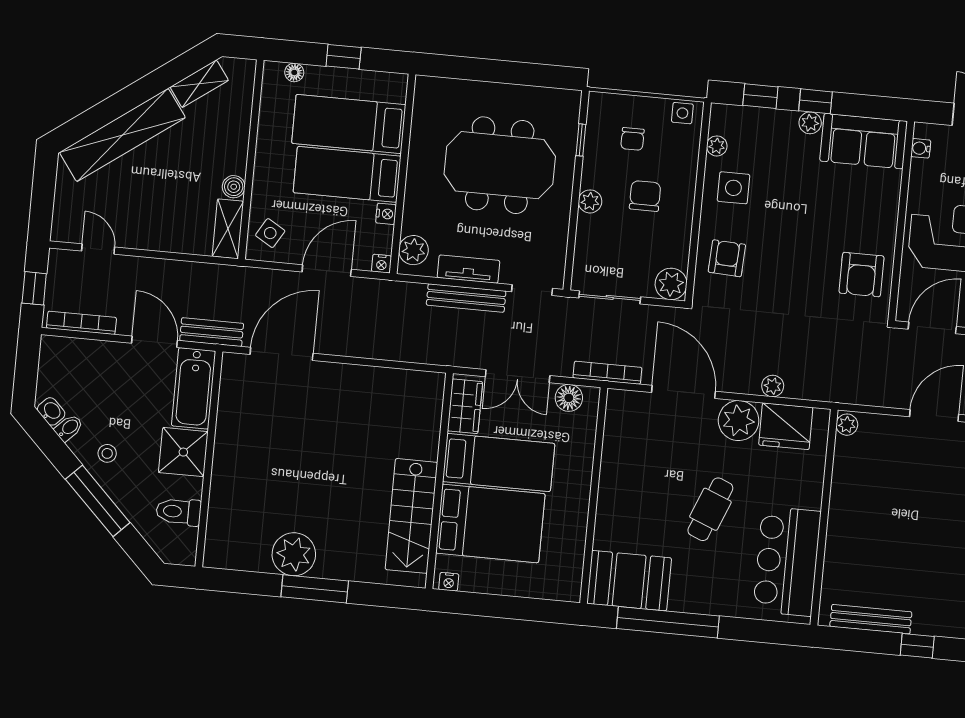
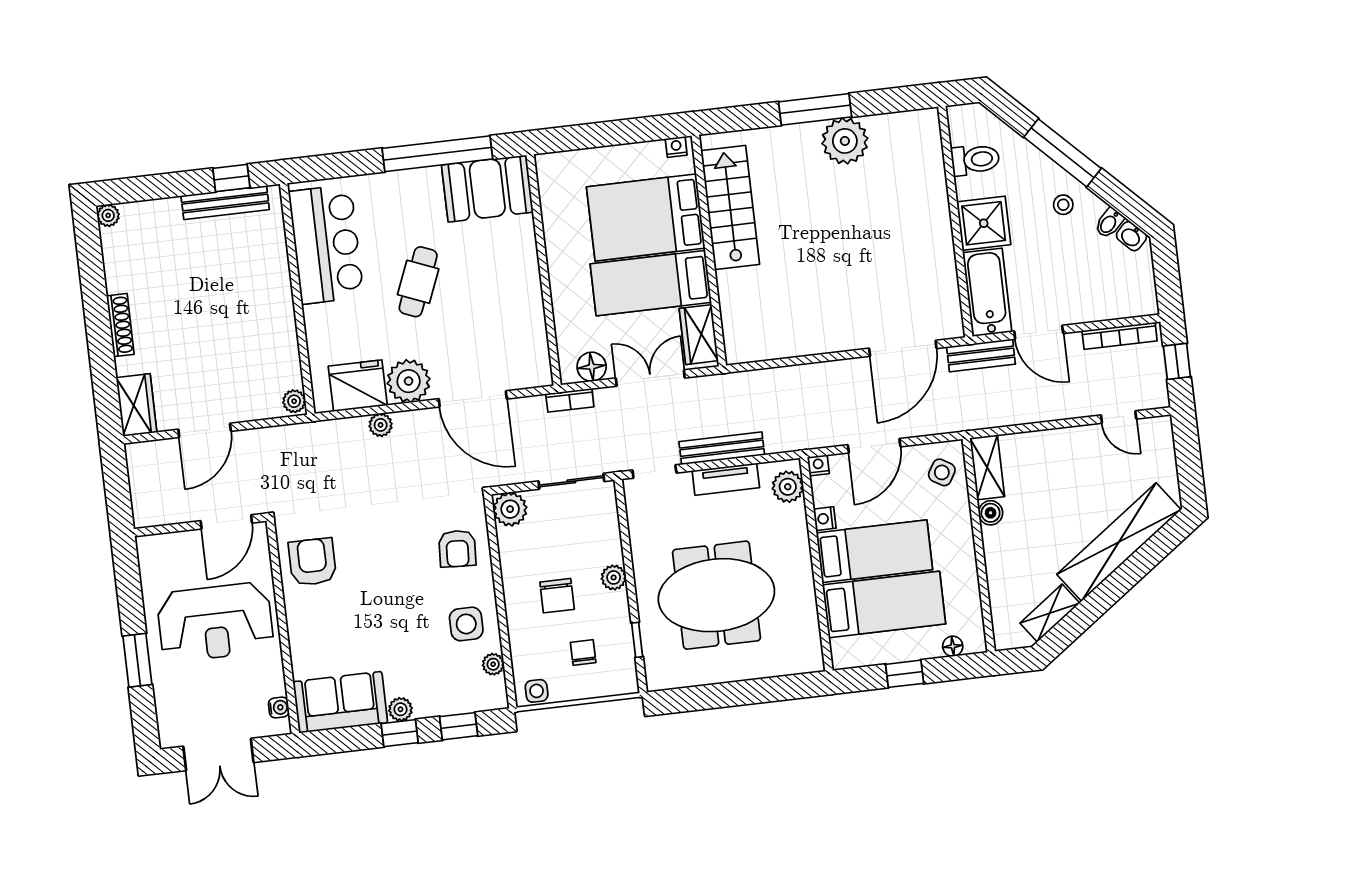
bookcase: (607, 373) -> (570, 400), width x0.64
window: (917, 646) -> (231, 178), moved

